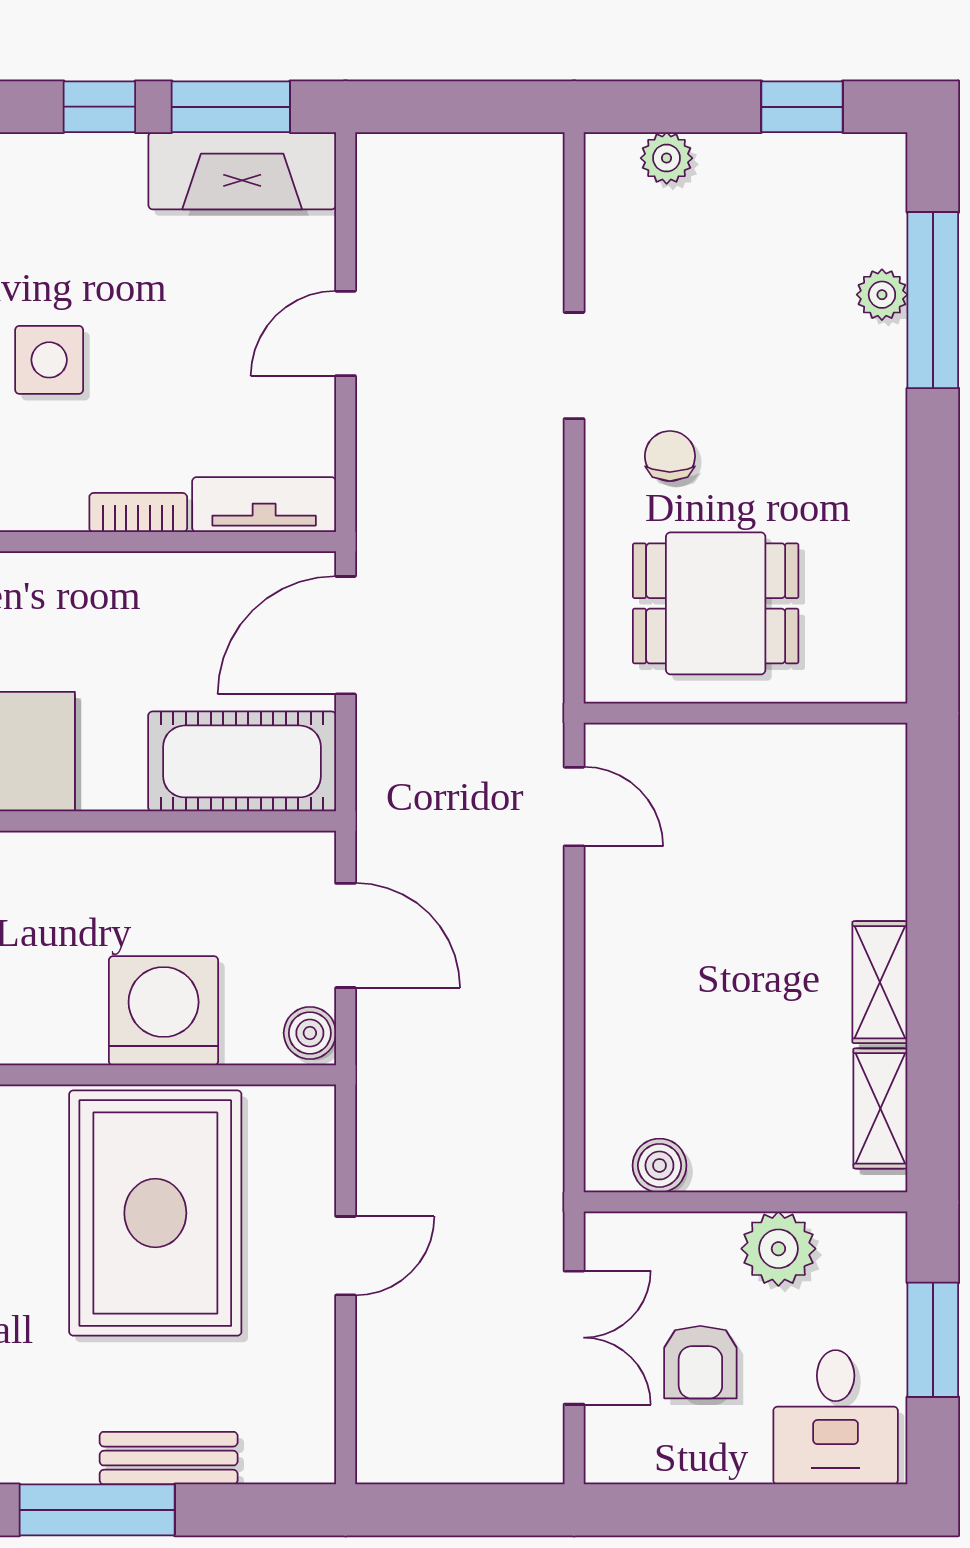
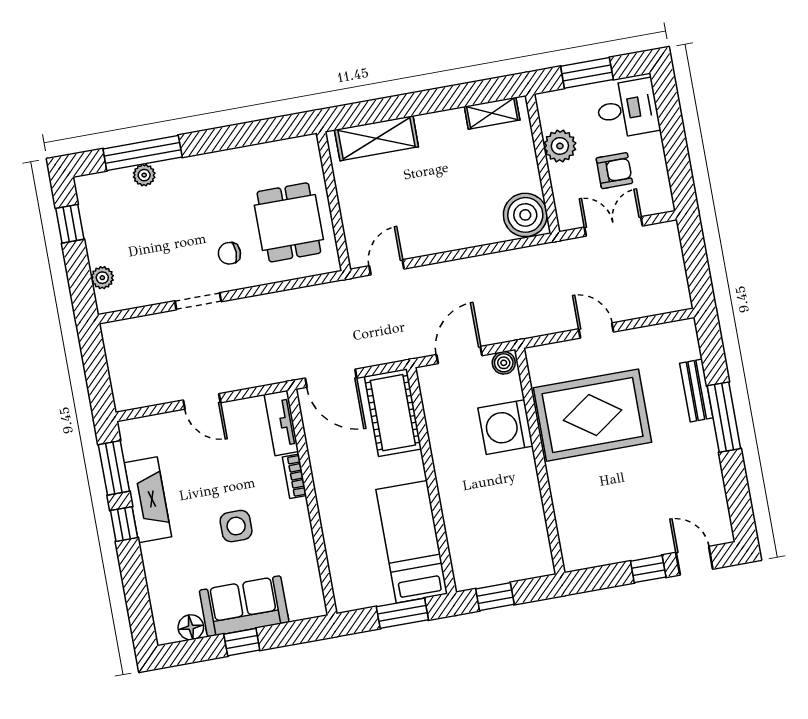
fireplace: (242, 171) -> (148, 500), moved
shelving: (880, 982) -> (376, 138), moved, width x1.50, depth x1.33
boiler: (659, 1165) -> (525, 215), width x1.86, depth x1.86

